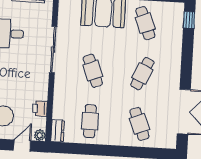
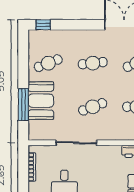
cafe table: (142, 74) -> (93, 63), turned -30

